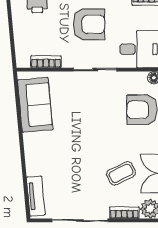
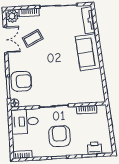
armchair: (89, 24) -> (60, 136), turned 90
sofa: (35, 105) -> (88, 52), moved

